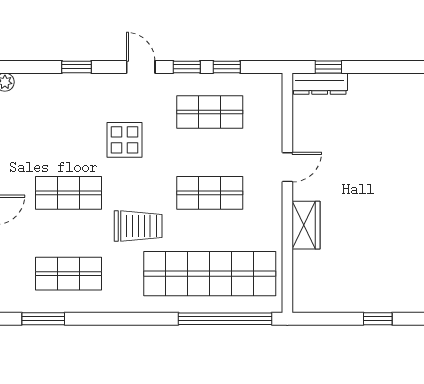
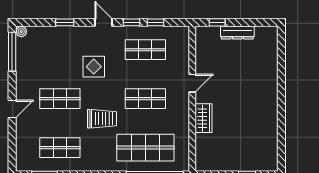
dresser: (320, 84) -> (237, 33), moved
shop shelf: (210, 274) -> (145, 148), width x0.71

